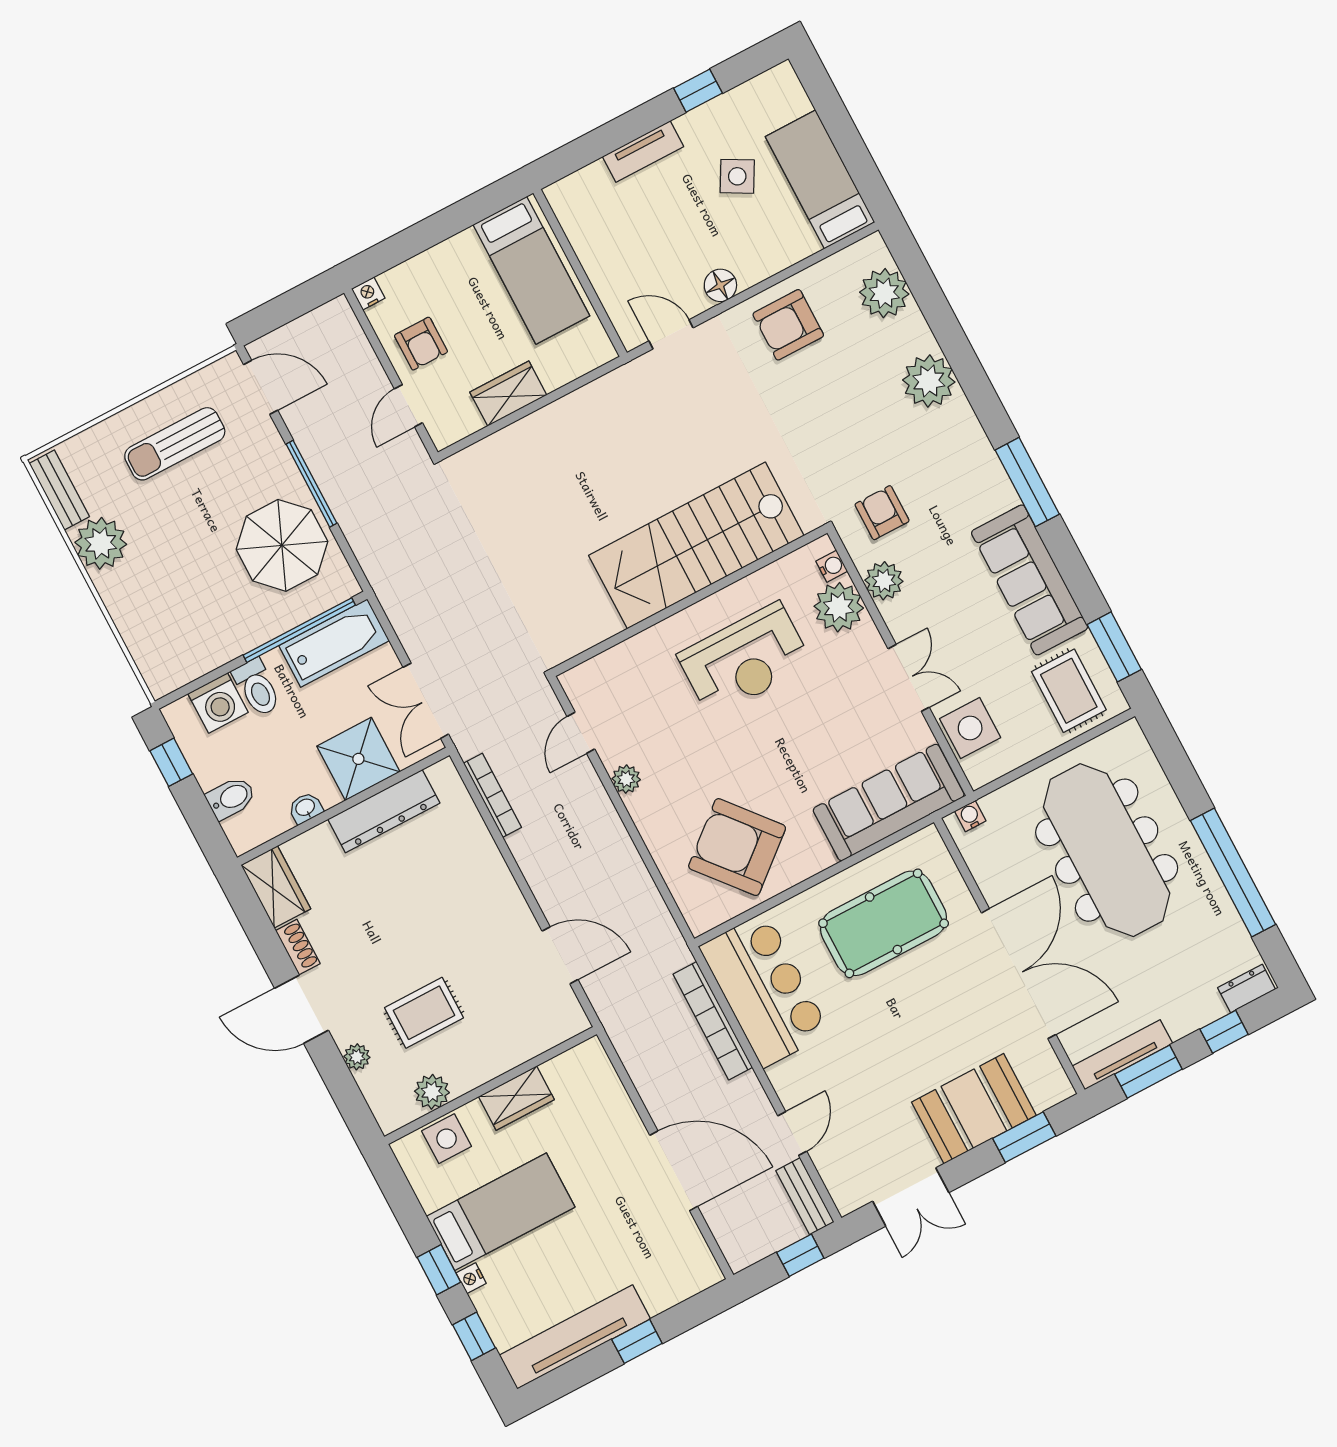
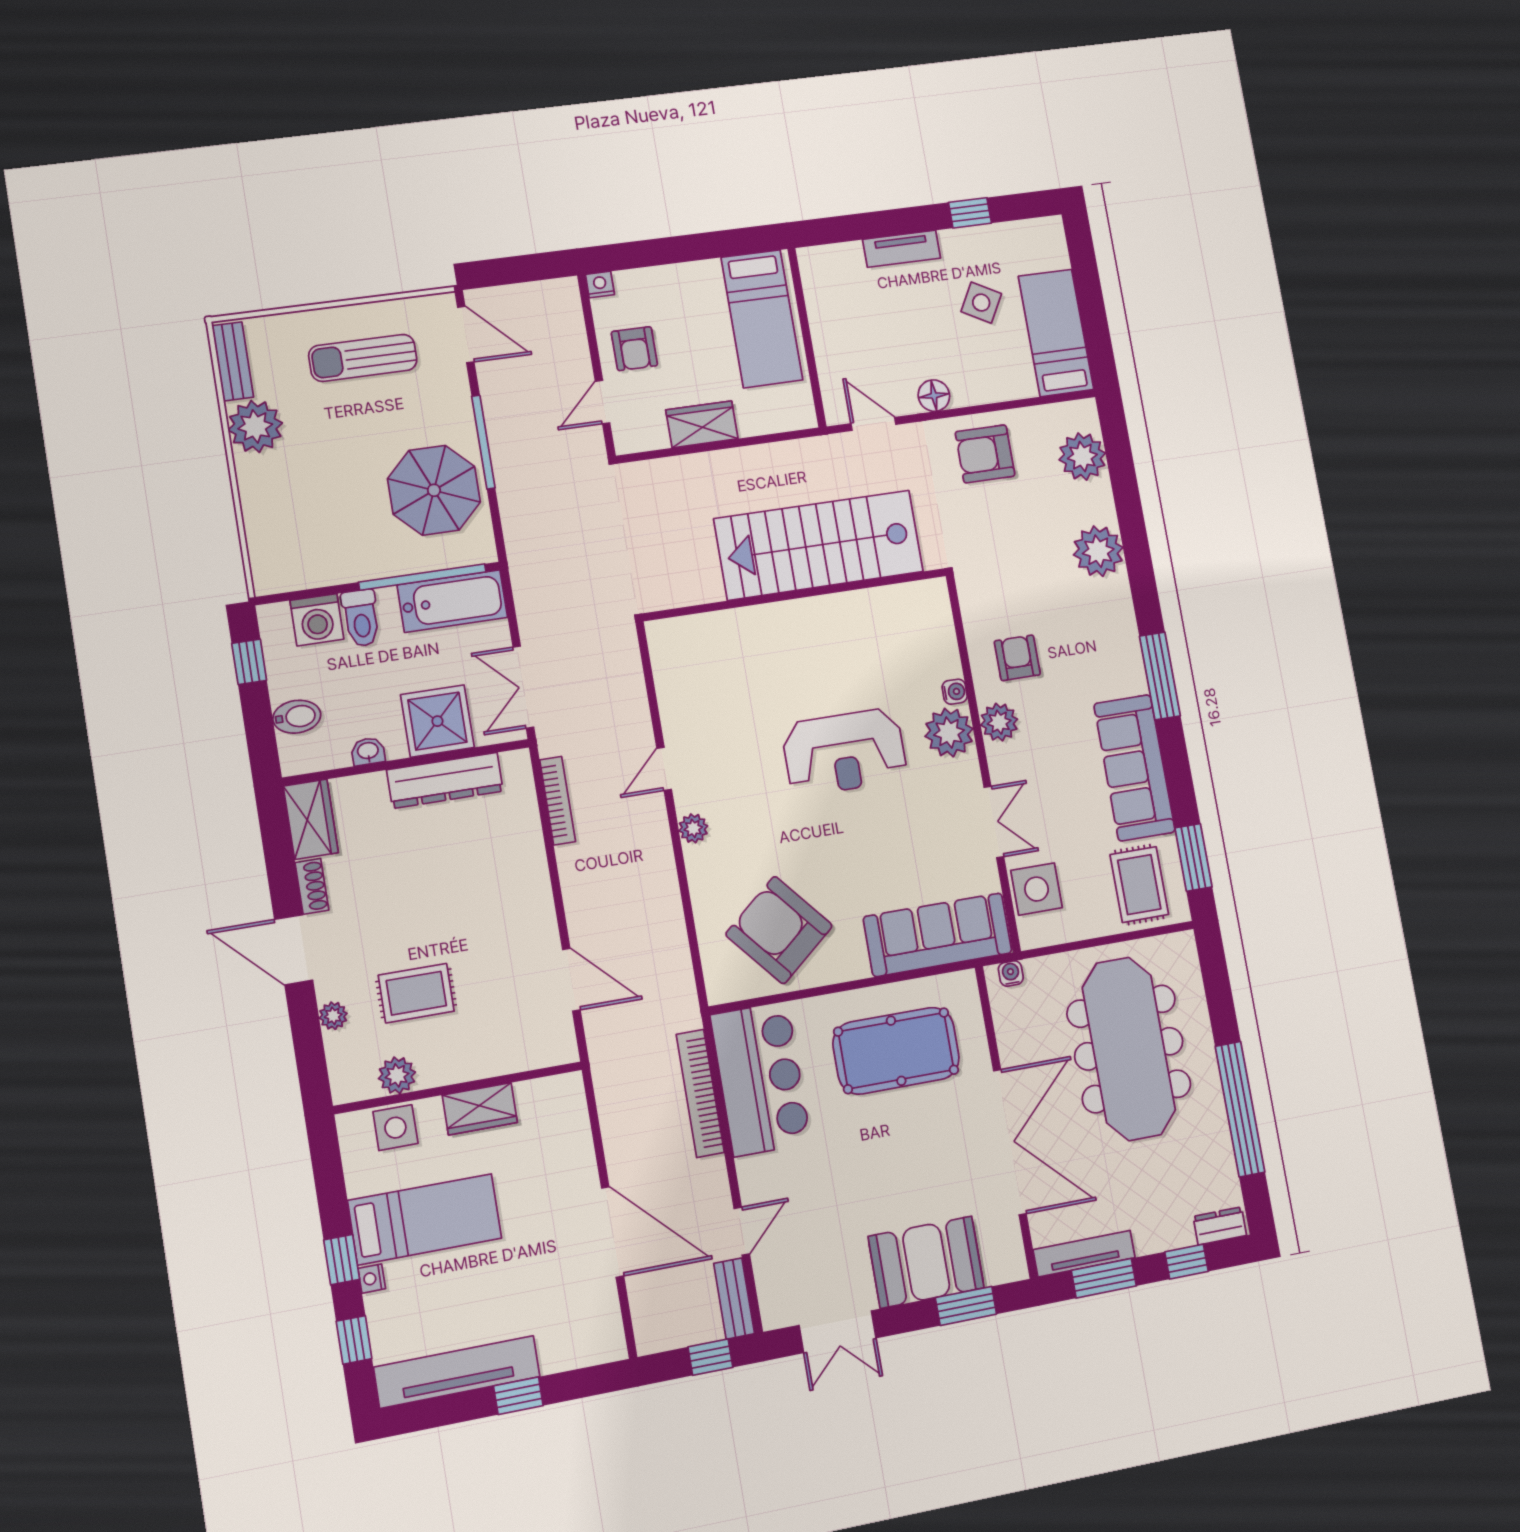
stairs: (696, 545) -> (819, 545), moved
wall: (690, 601) -> (796, 595), moved

